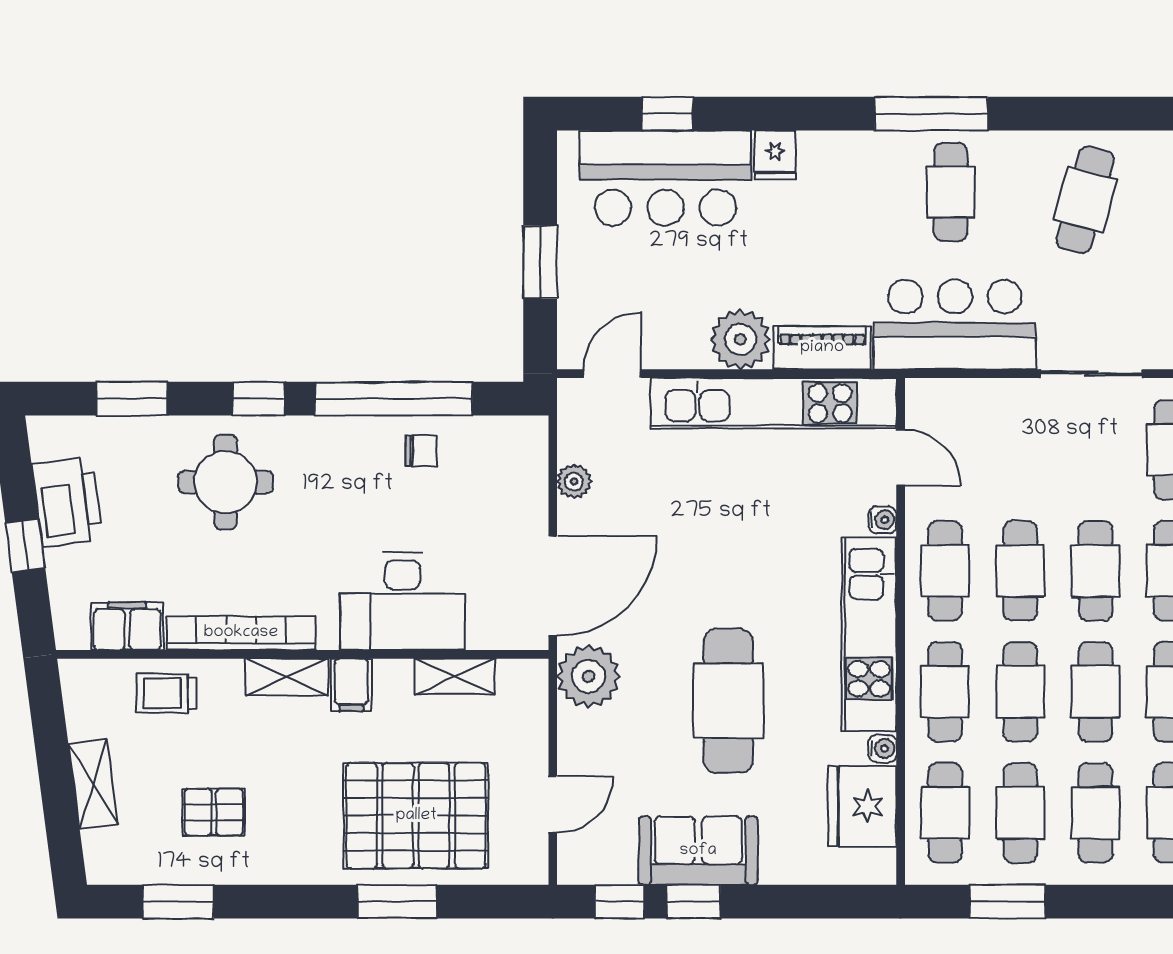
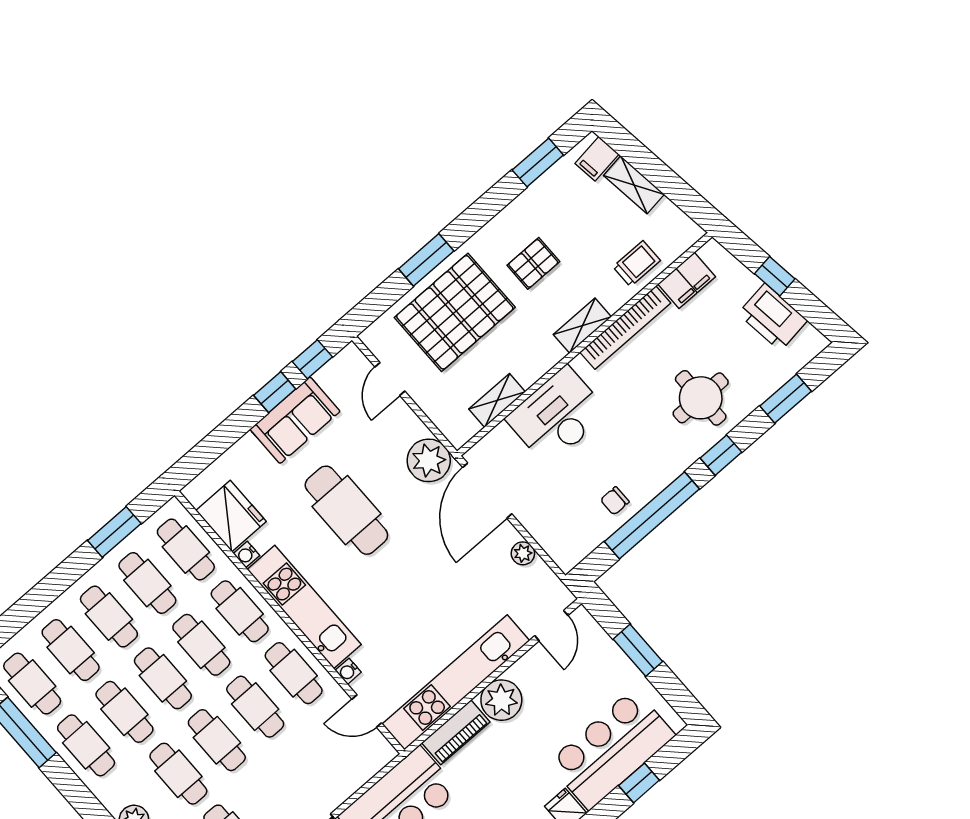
filing cabinet: (351, 685) -> (597, 159), moved, turned -98
pallet: (214, 812) -> (533, 263), moved

